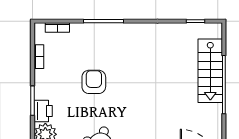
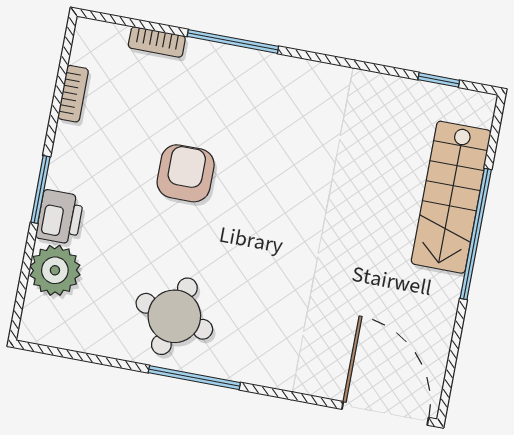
bookcase: (57, 28) -> (157, 42), moved

